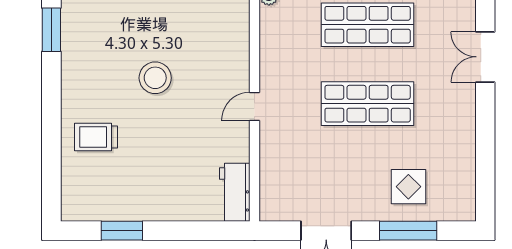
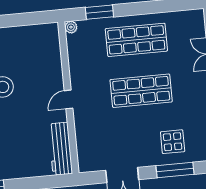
workbench: (235, 192) -> (60, 149), width x1.38

